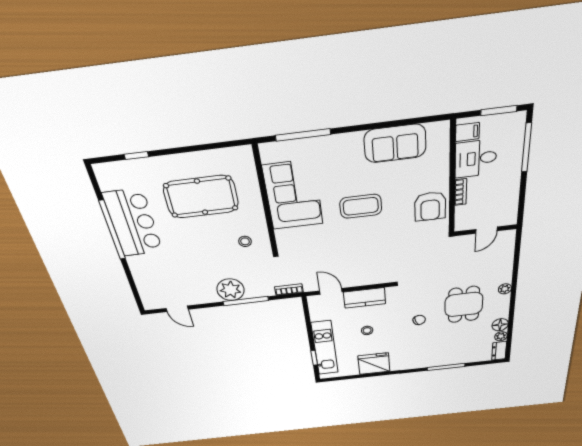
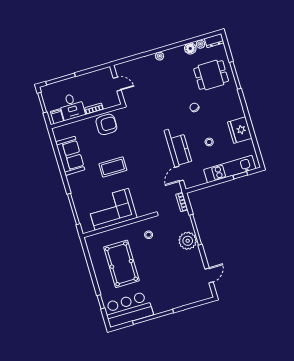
coffee table: (361, 206) -> (113, 167), turned 90
bar counter: (133, 223) -> (128, 309), moved
dining table: (464, 305) -> (211, 75), moved

